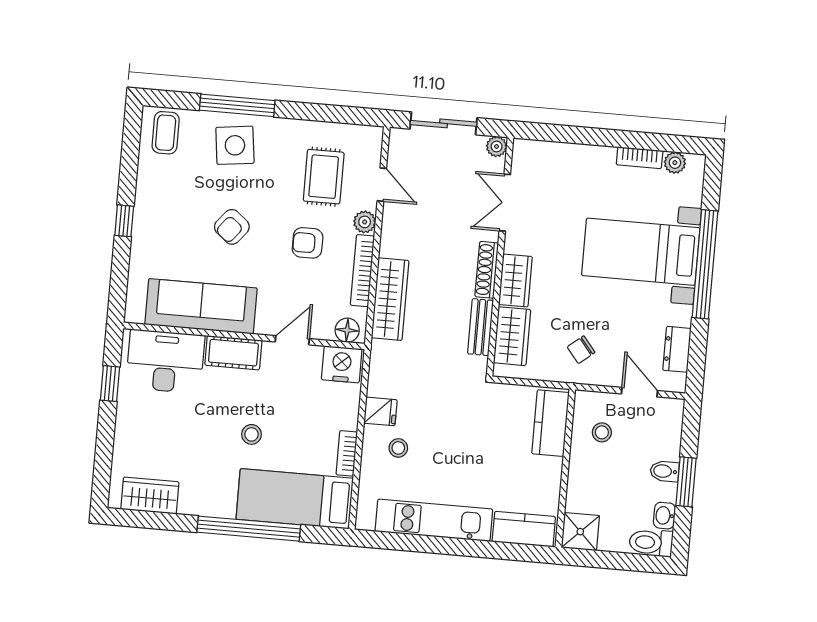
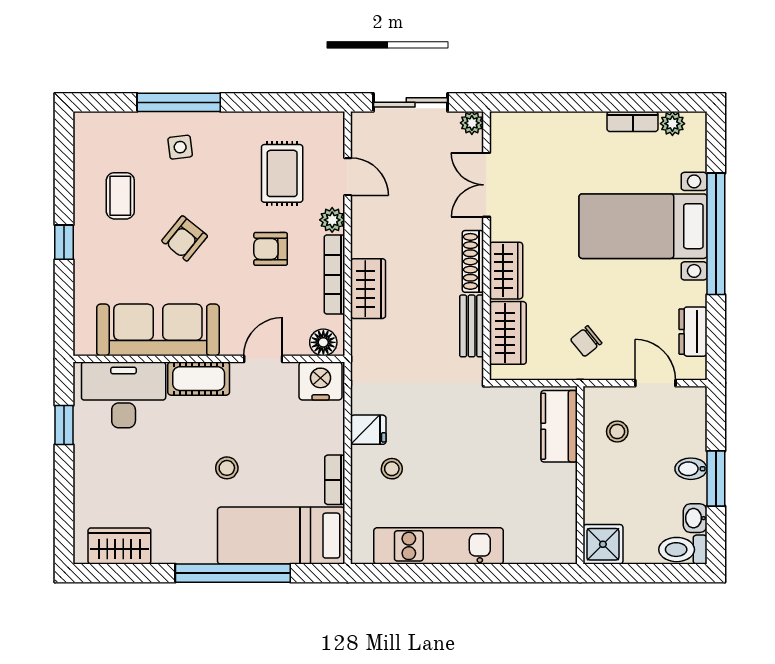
coffee table: (166, 133) -> (120, 196), moved
side table: (235, 145) -> (180, 147), width x0.54, depth x0.54
wardrobe: (390, 299) -> (368, 289), width x0.67
kitchen counter: (524, 529) -> (540, 547), removed

